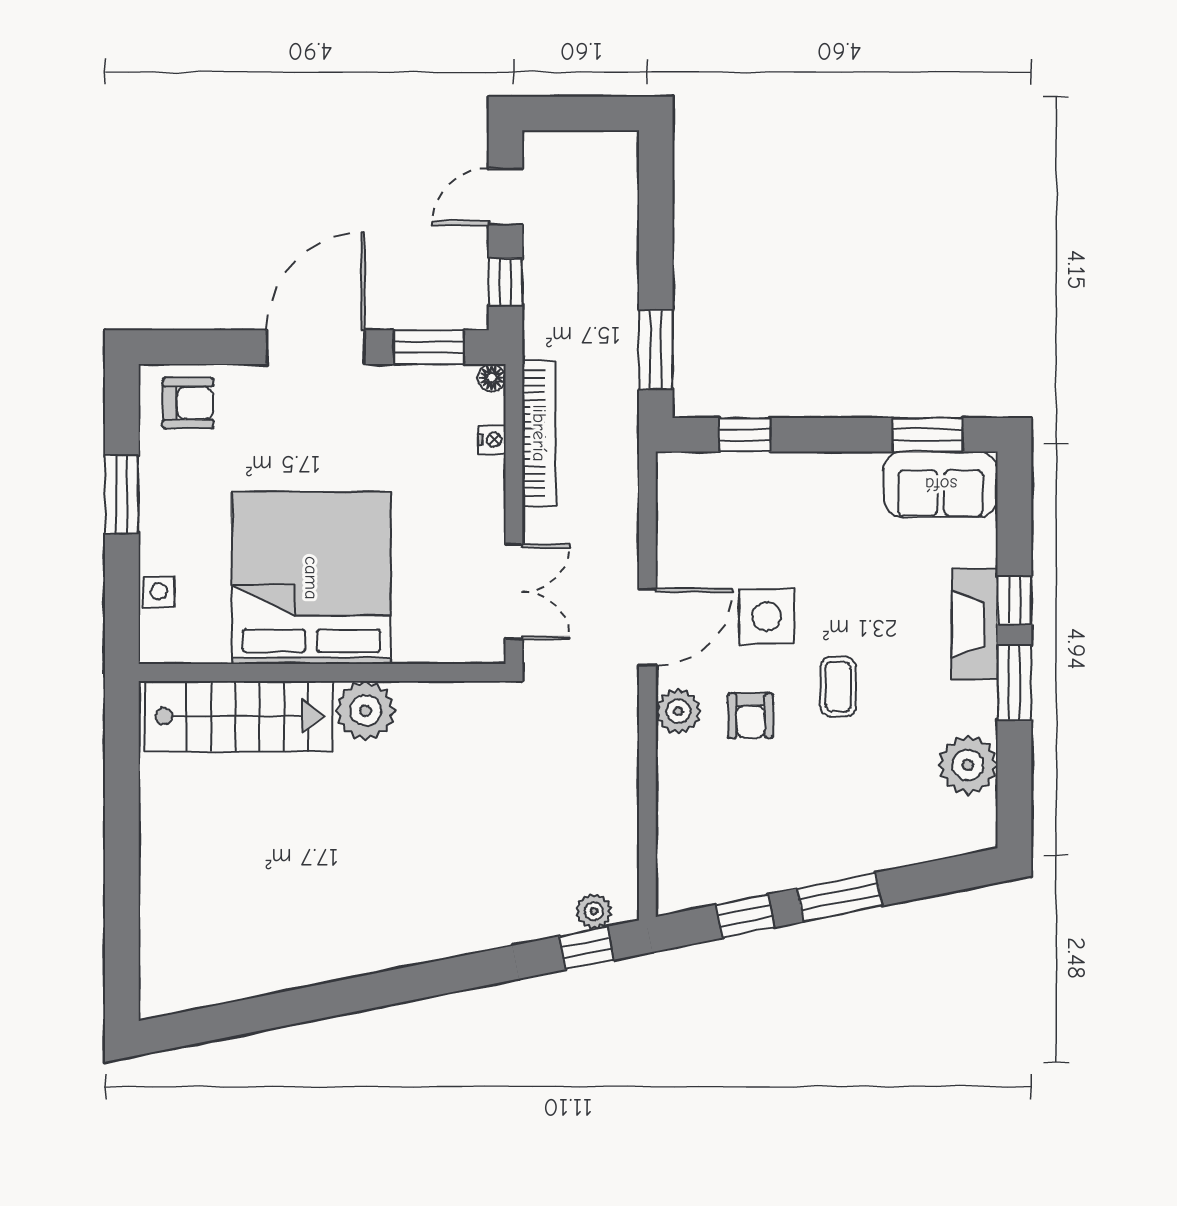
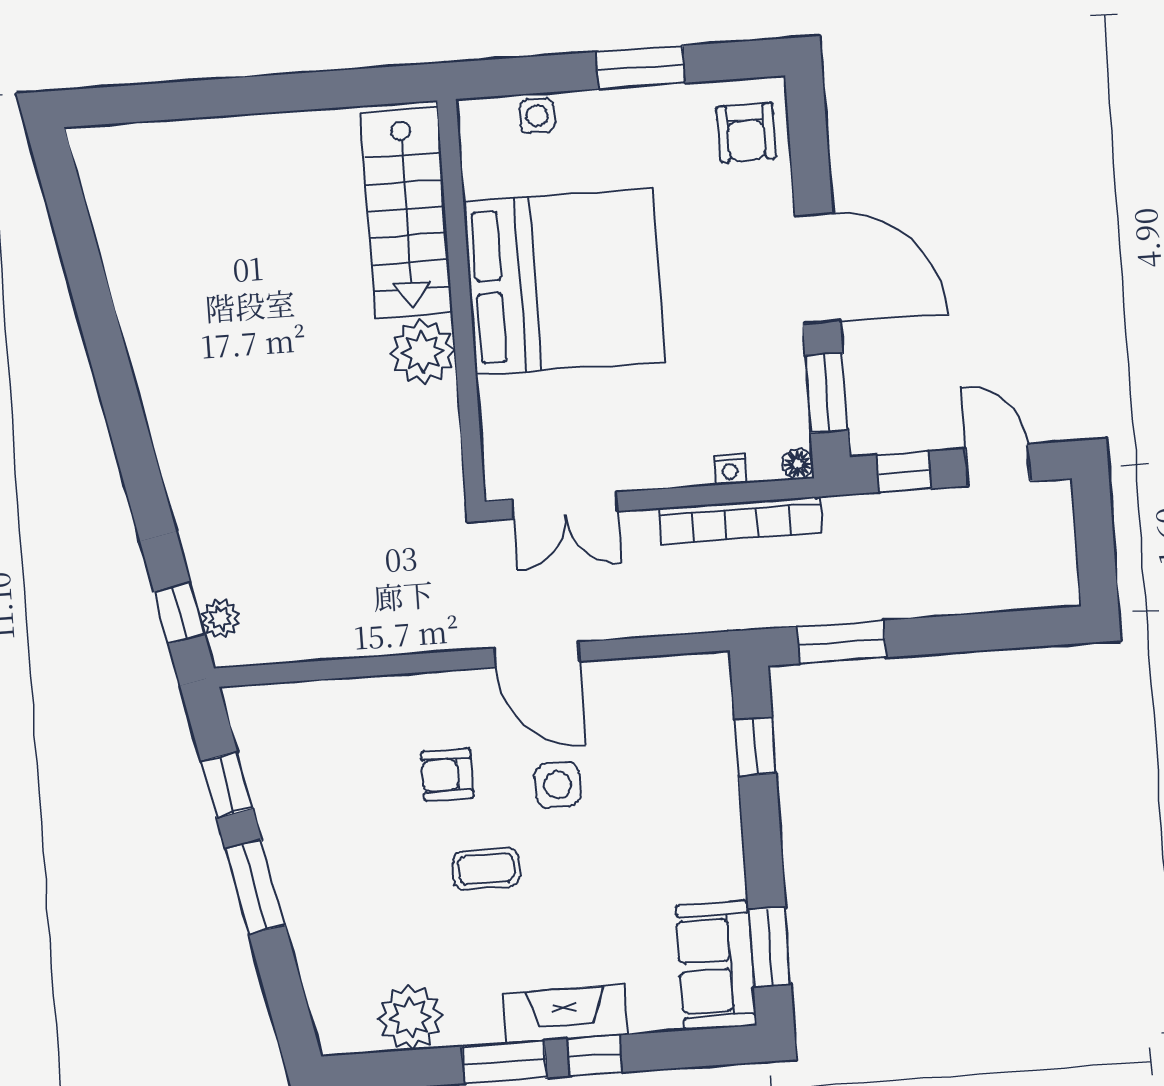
side table: (767, 616) -> (558, 785), width x0.73, depth x0.73
plant: (678, 711) -> (446, 695), removed

